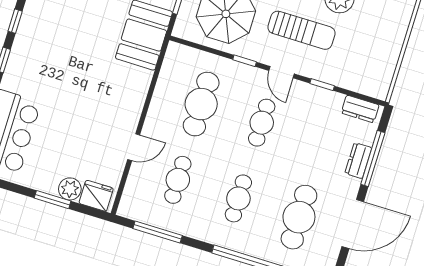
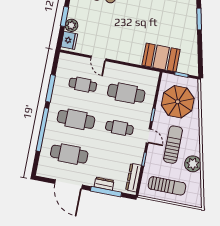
sun lounger: (302, 30) -> (173, 145), turned 180
sun lounger: (374, 49) -> (167, 186), added
door: (282, 72) -> (149, 136), swing flipped
dresser: (360, 109) -> (134, 178), width x1.44
cafe table: (238, 198) -> (76, 119), width x1.37, depth x1.35
window: (158, 232) -> (50, 88), moved

